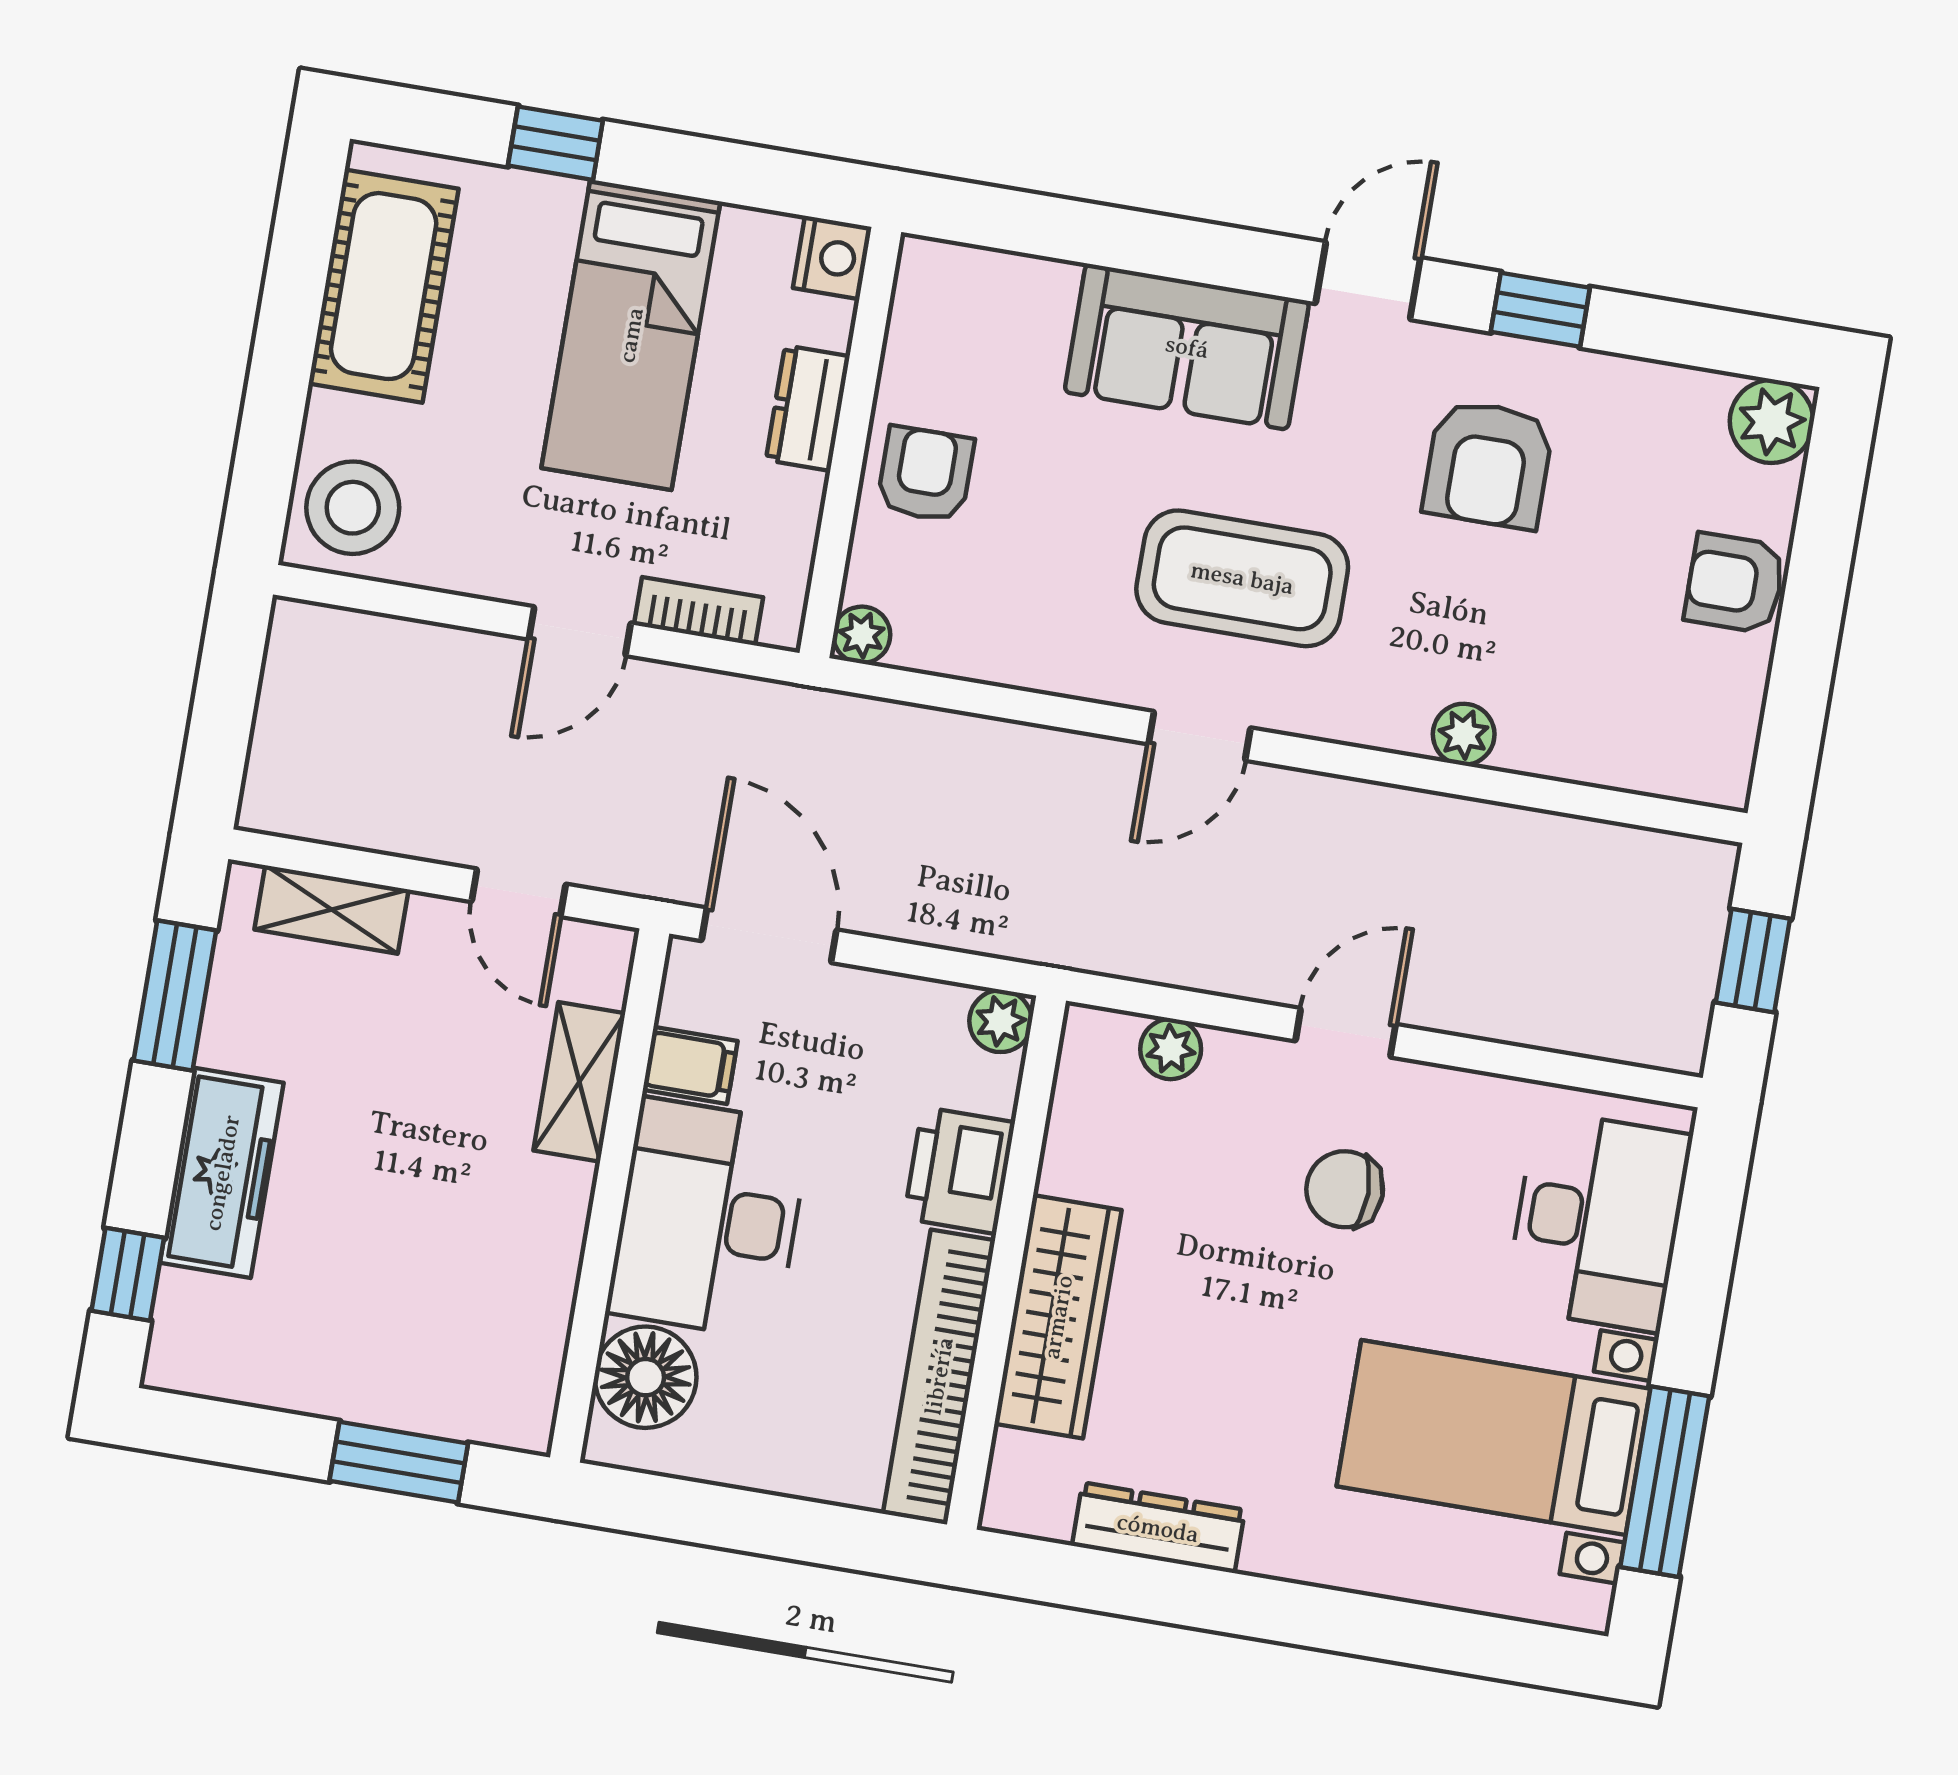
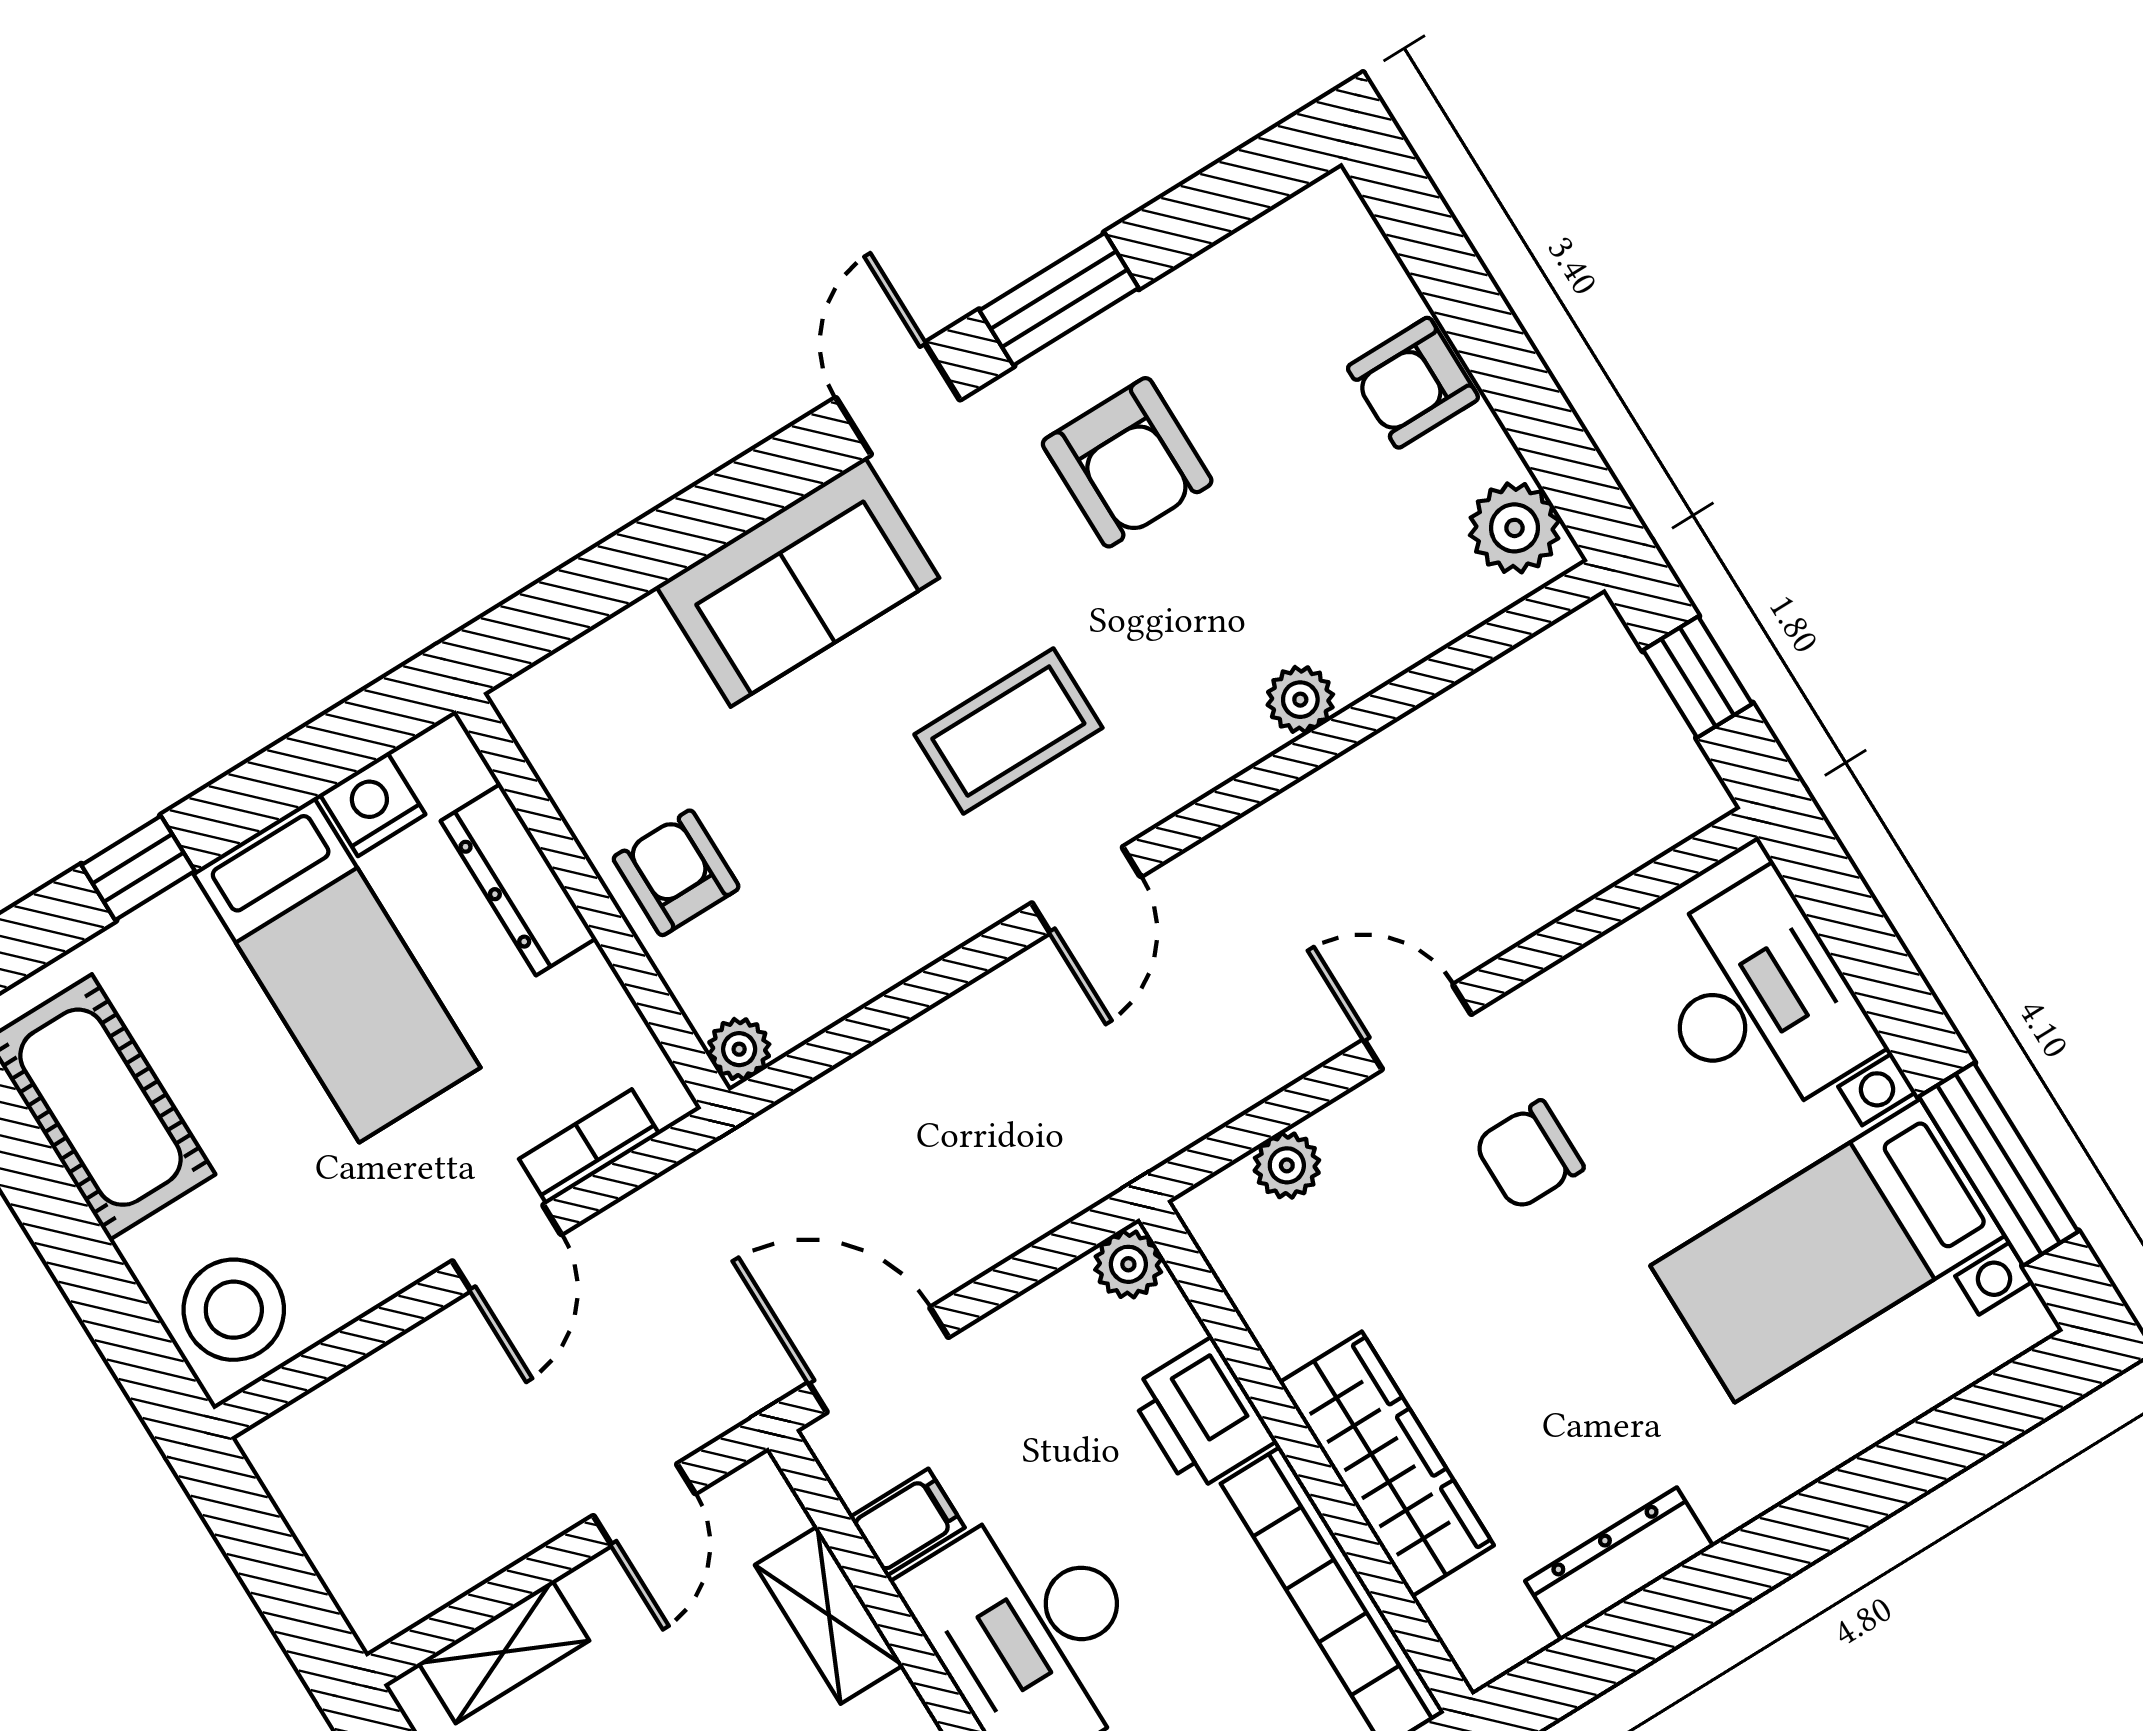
nightstand: (832, 257) -> (372, 804), moved, turned -90
window: (1540, 310) -> (1059, 299), width x1.50
dresser: (808, 408) -> (518, 880), width x1.44
plant: (1772, 421) -> (1514, 528), moved
coffee table: (1242, 578) -> (1008, 731), width x0.73, depth x0.76
door: (519, 893) -> (644, 1505), hinge flipped
door: (1346, 1033) -> (1418, 1027), hinge flipped

